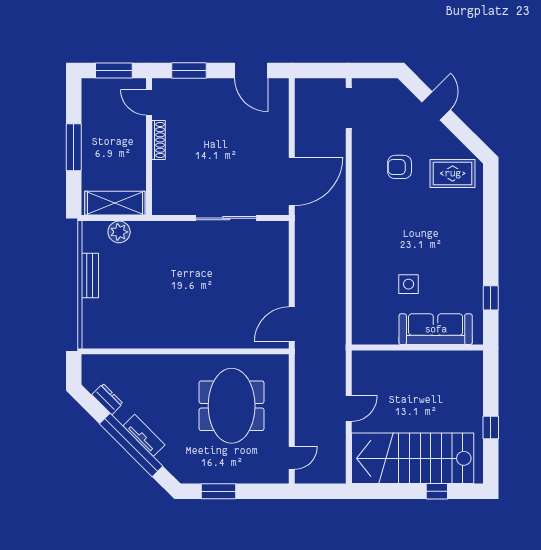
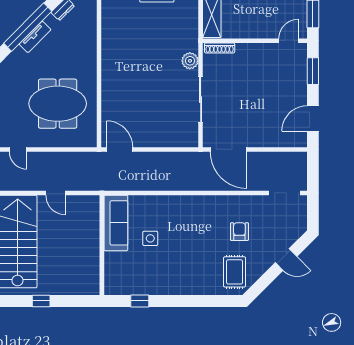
shoe rack: (158, 140) -> (220, 48), moved
plant: (119, 232) -> (190, 61), moved
sofa: (436, 329) -> (116, 223), moved

